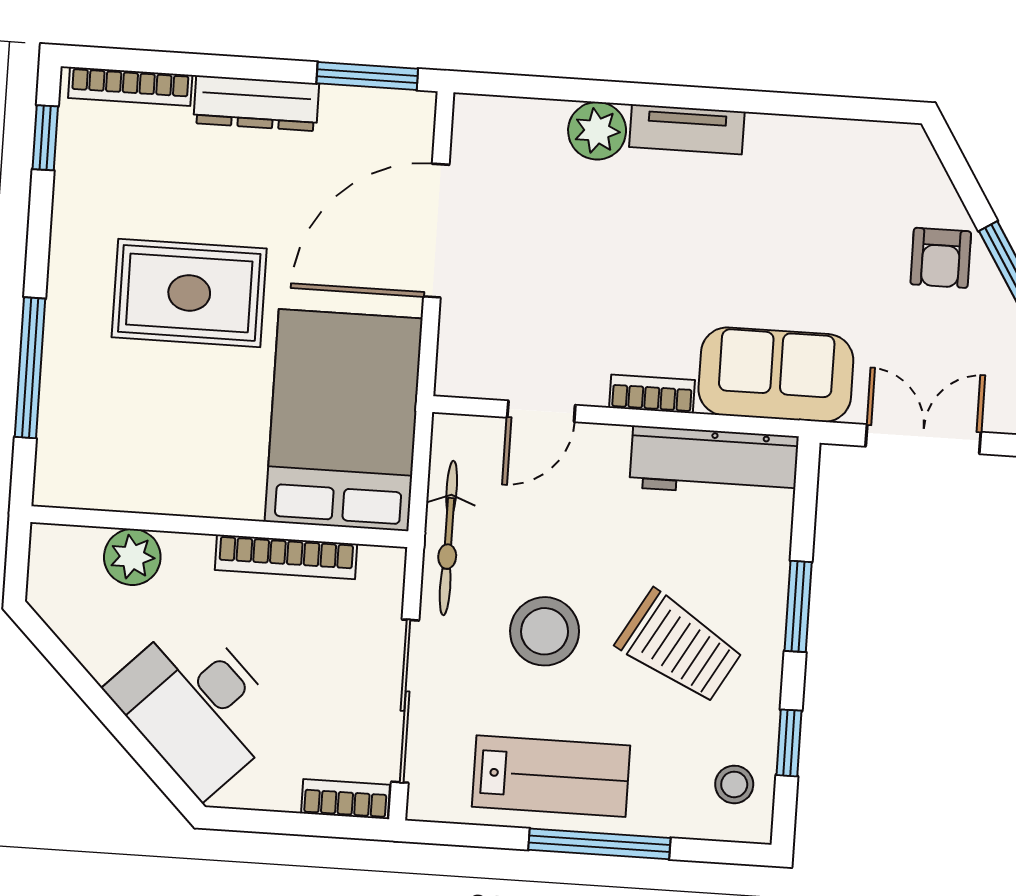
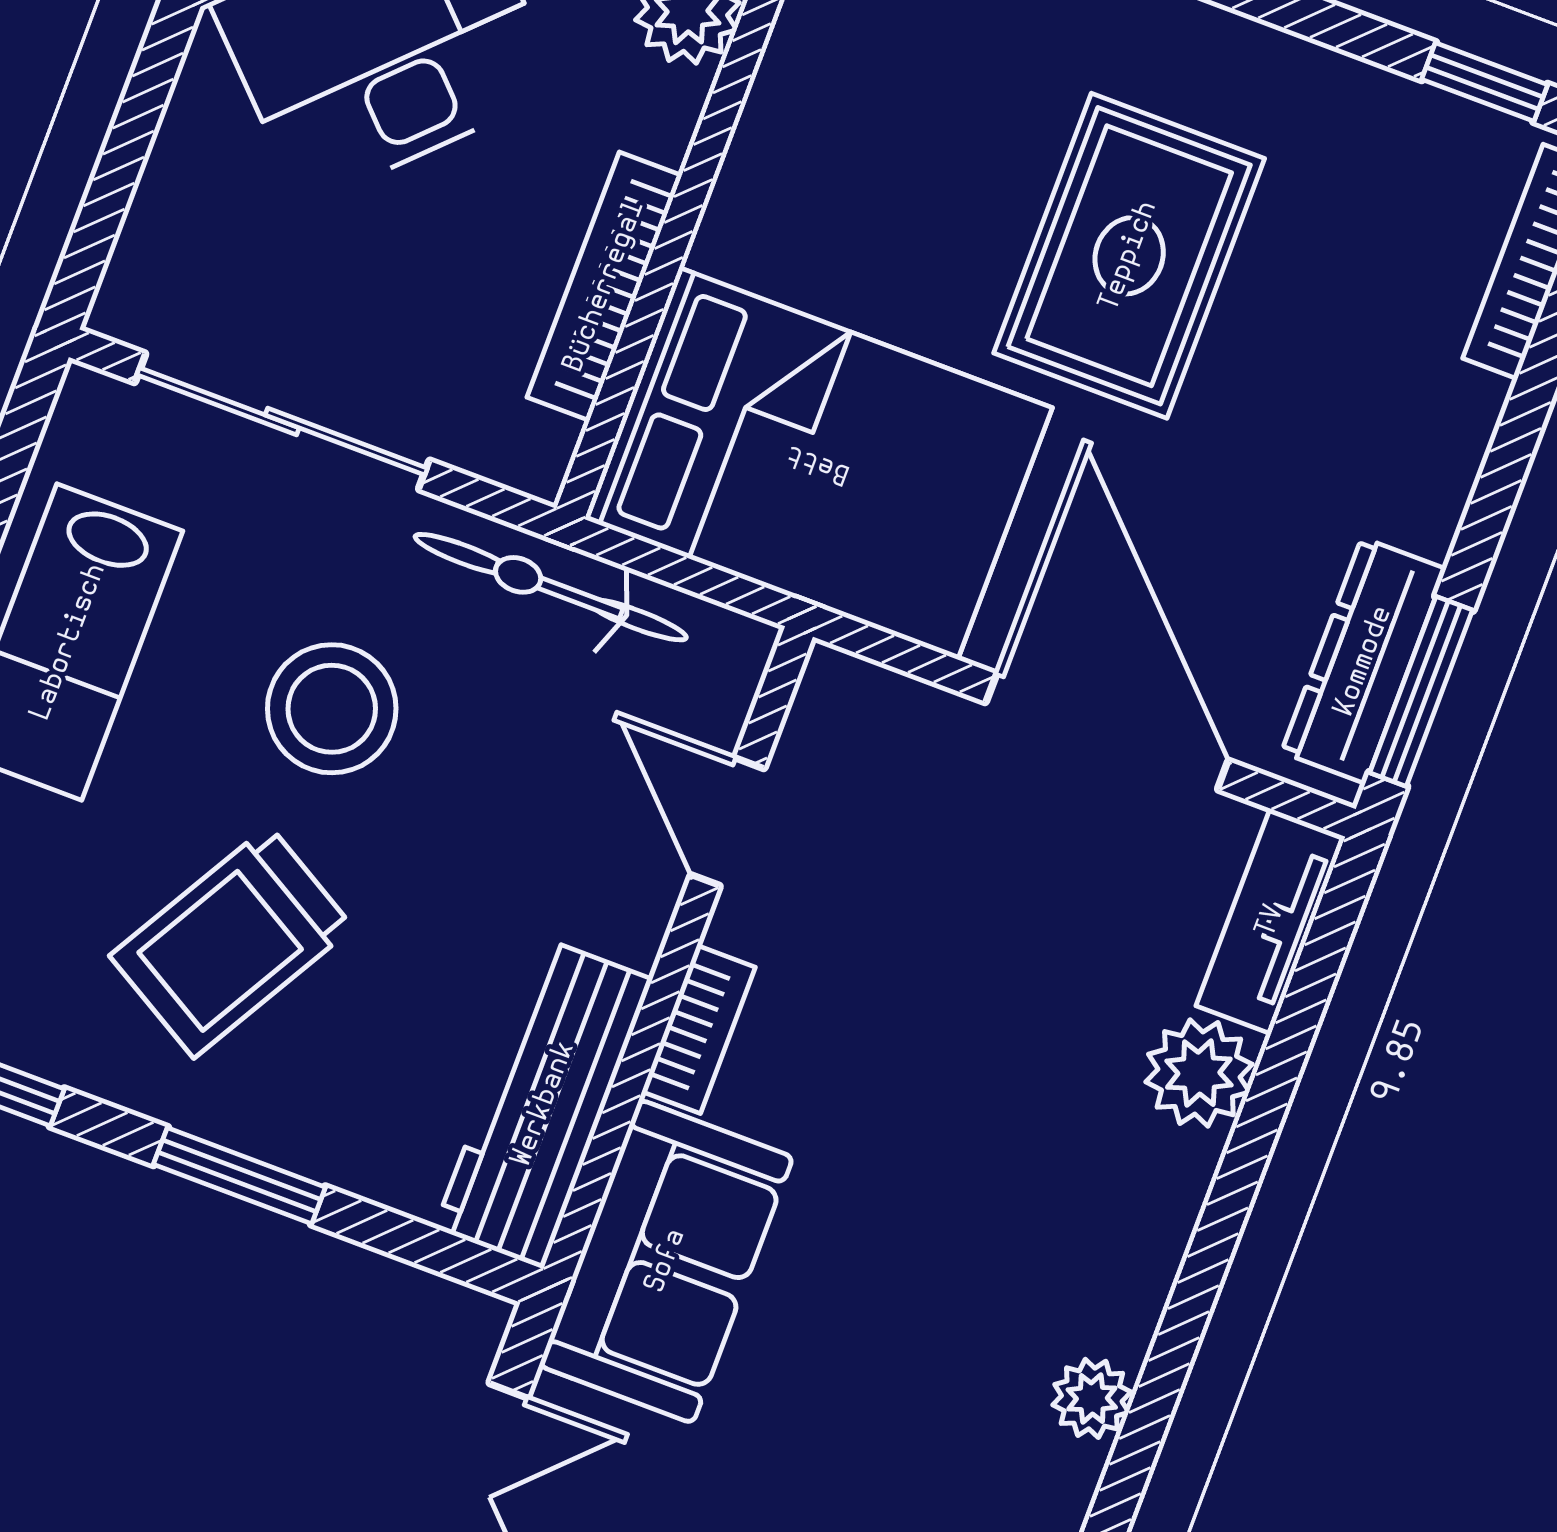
dresser: (256, 103) -> (1364, 661), moved
tv unit: (687, 129) -> (1271, 921), moved
plant: (780, 135) -> (1092, 1398), added
bookcase: (346, 799) -> (139, 262), removed

